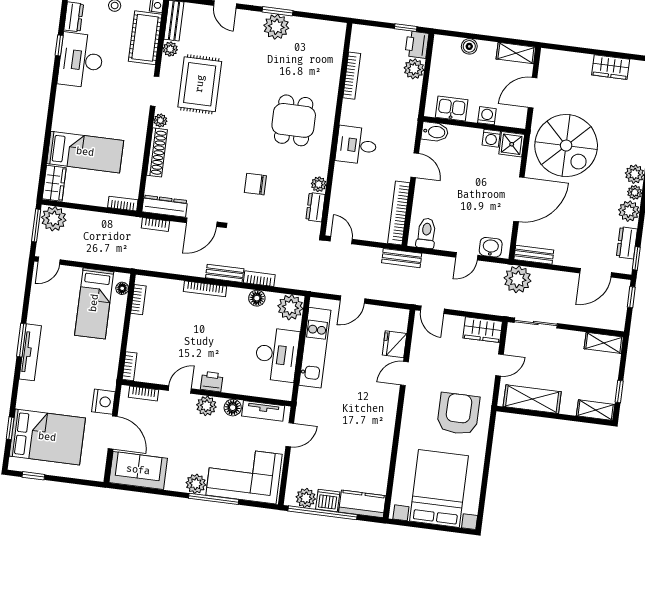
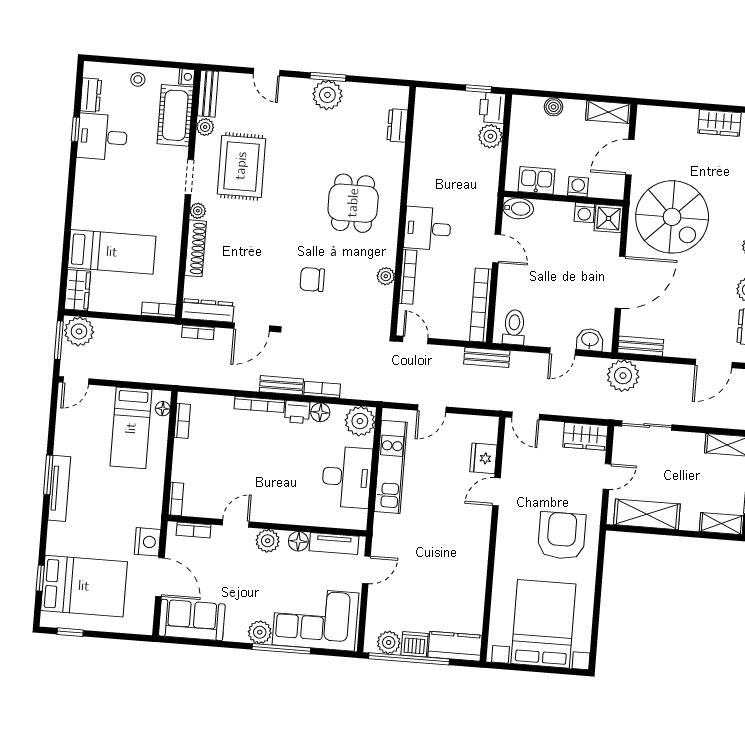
desk: (81, 60) -> (102, 137), width x0.73
bookcase: (352, 76) -> (408, 277), moved
dresser: (315, 207) -> (397, 125), moved
printer: (212, 382) -> (297, 412), moved, turned 180

